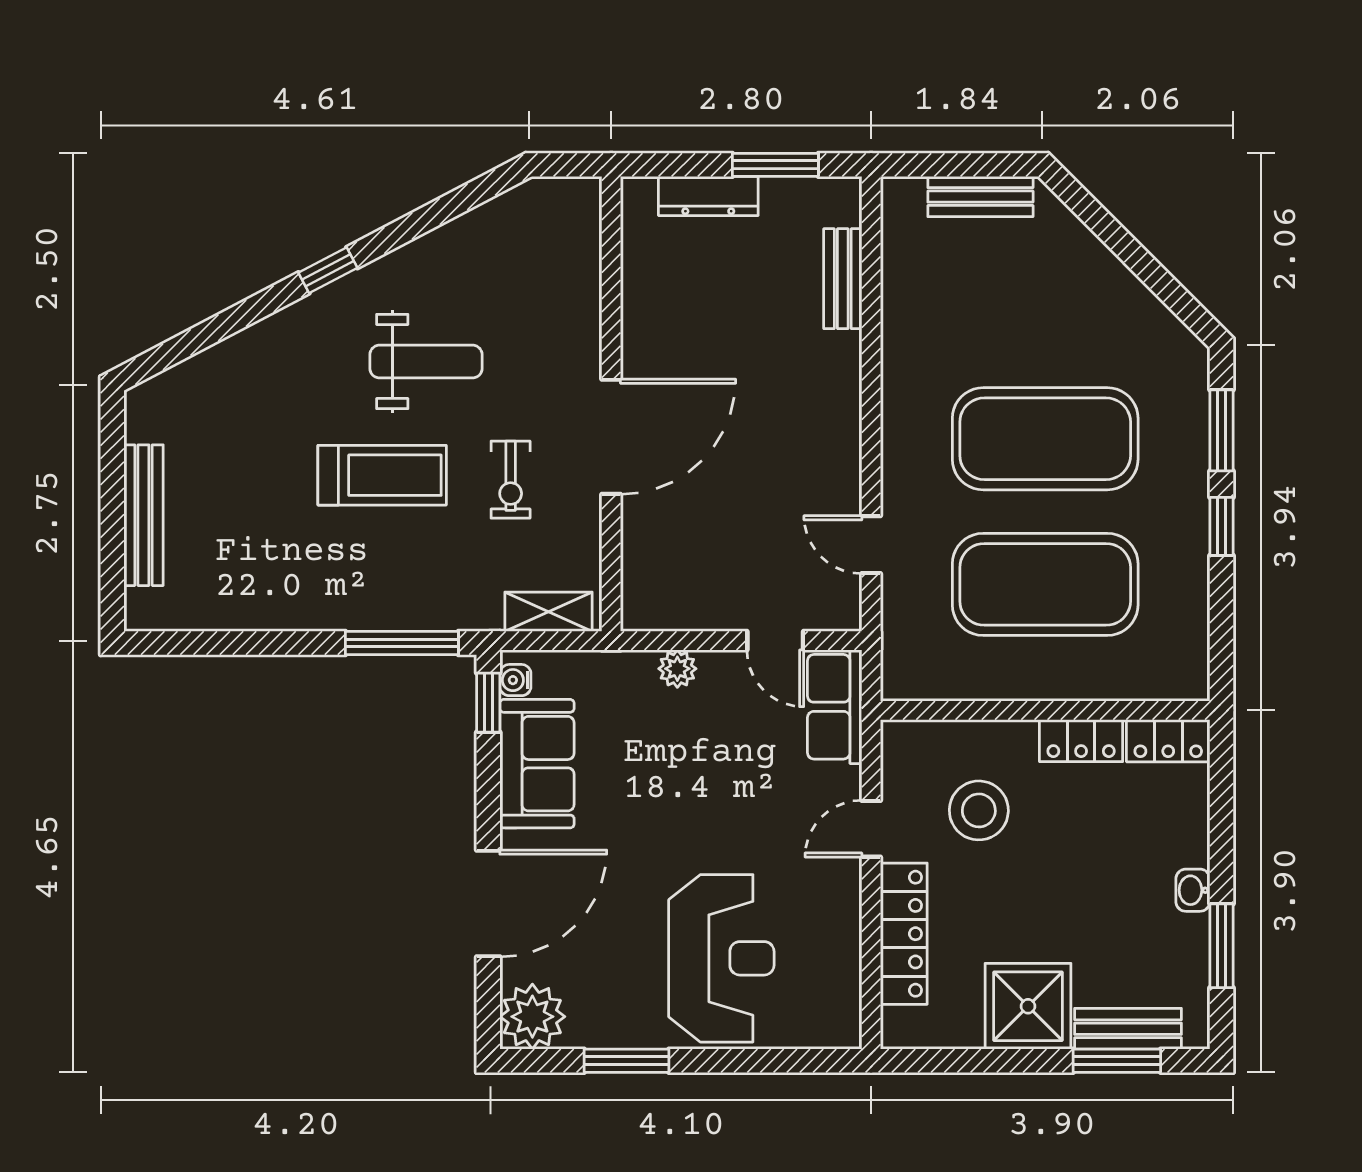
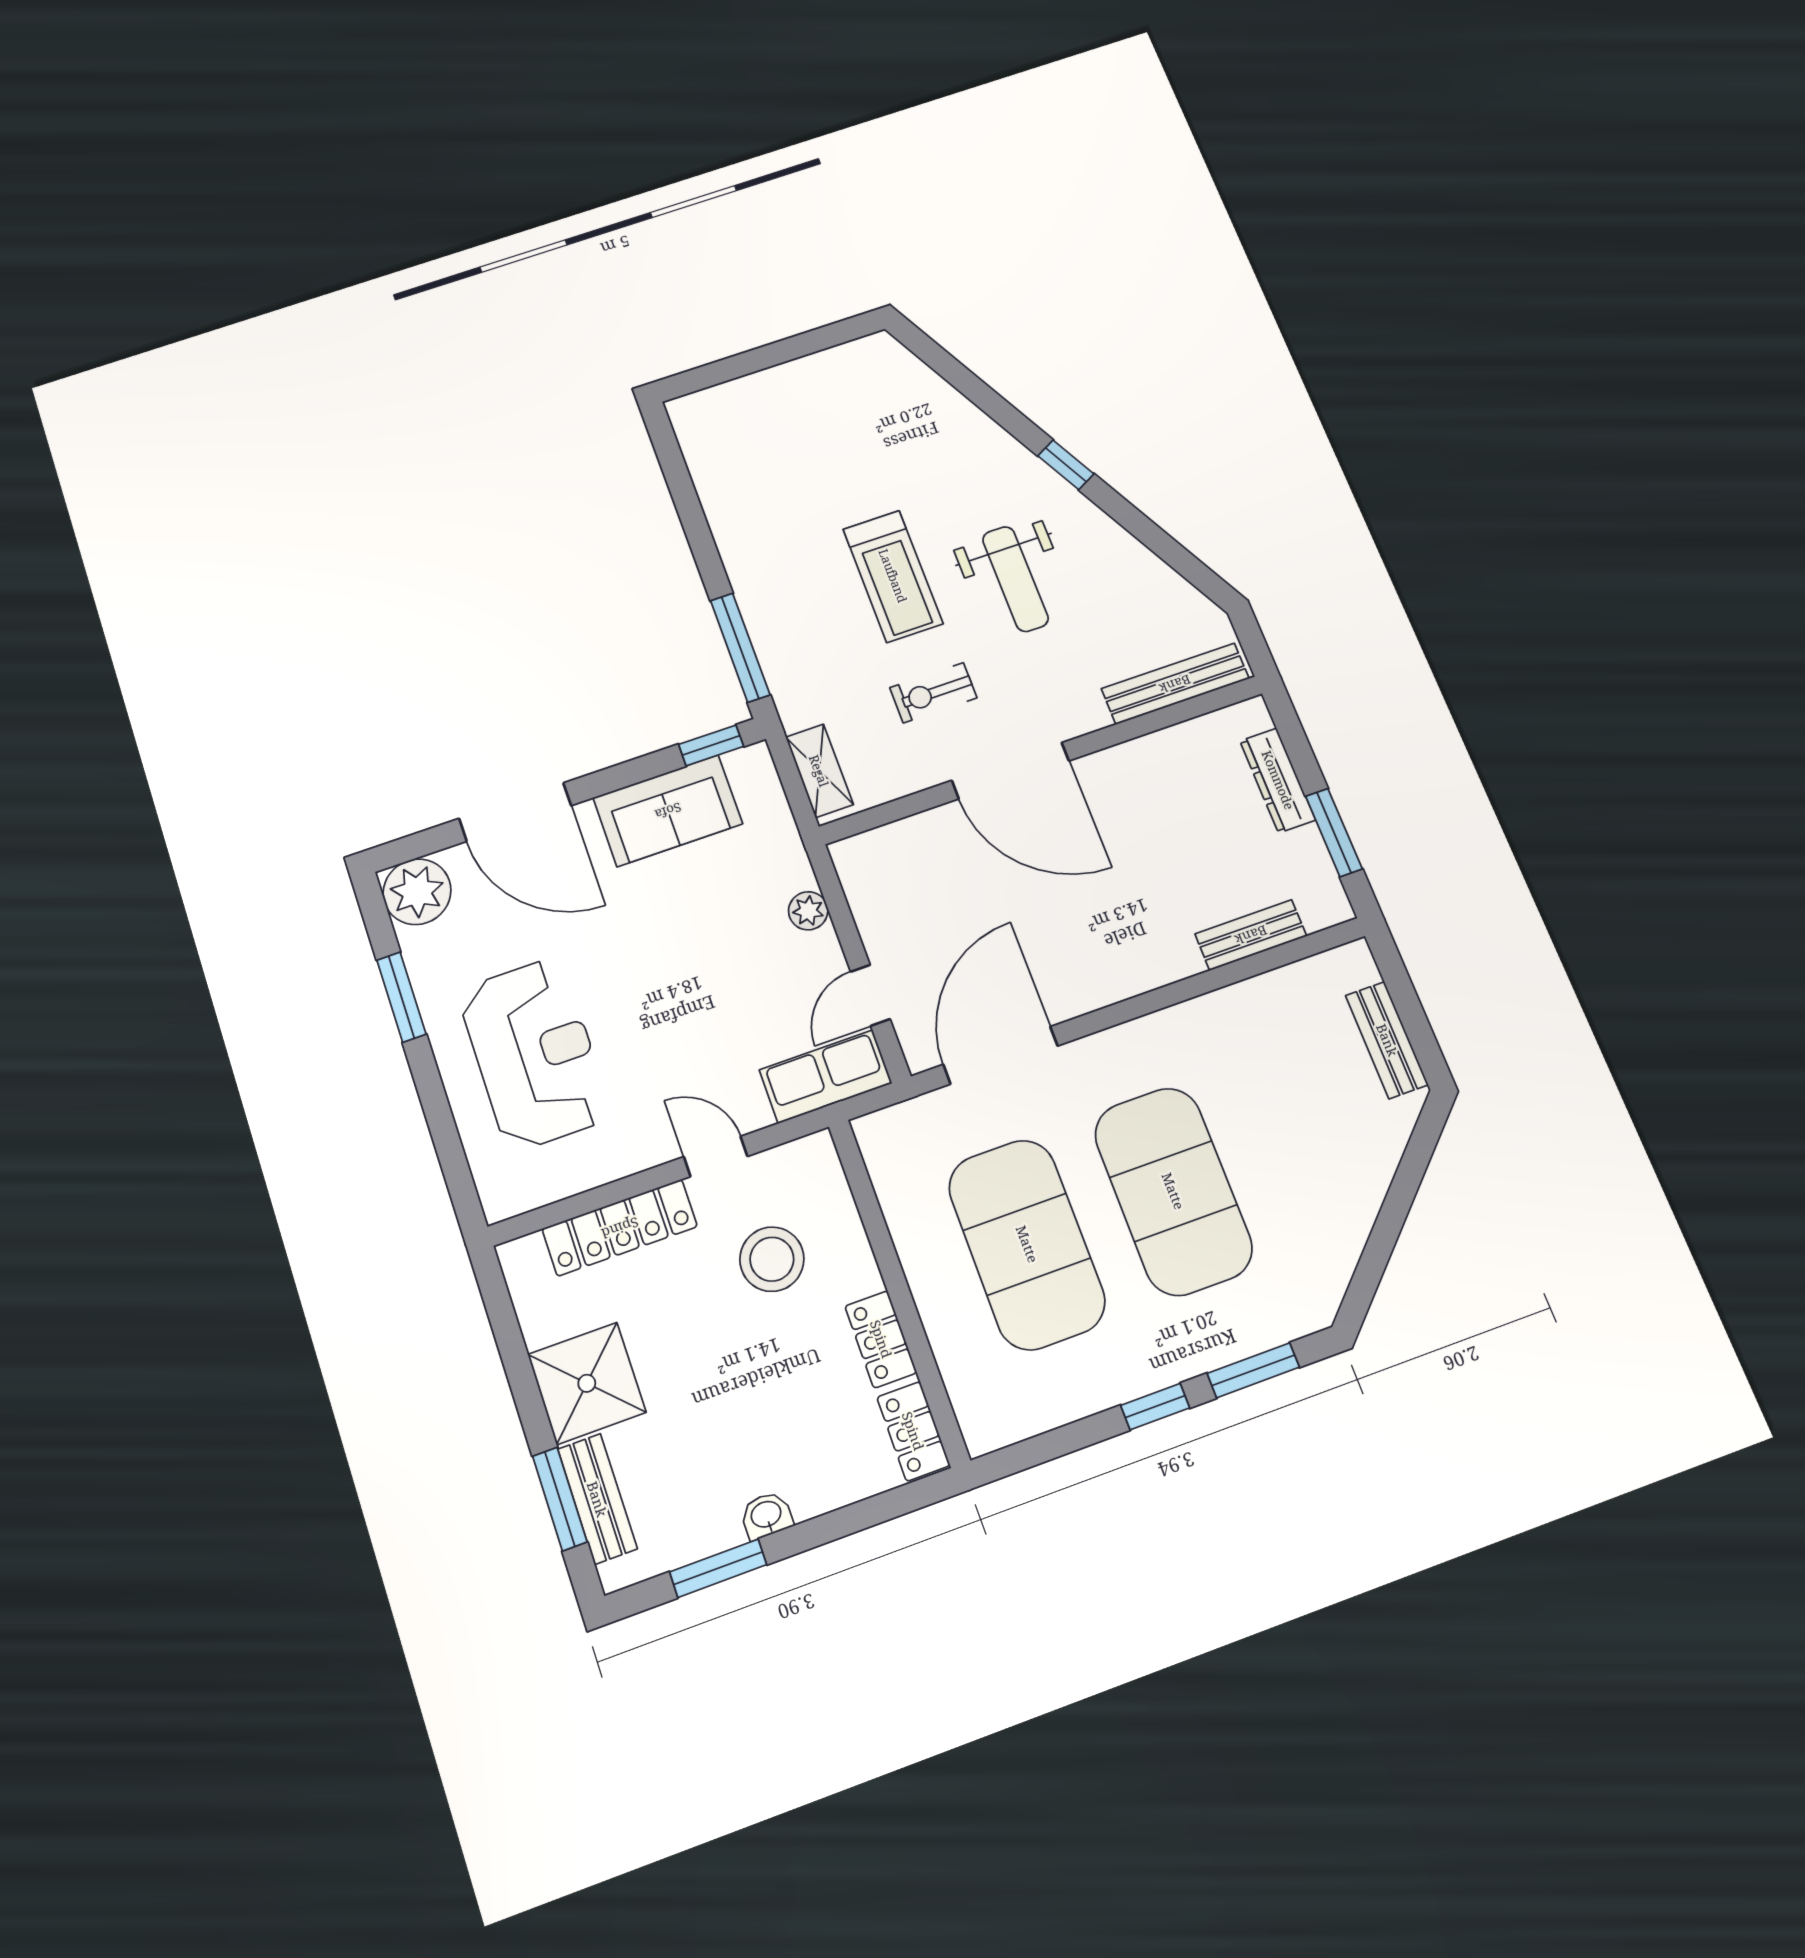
bench: (143, 515) -> (1175, 684), moved
door: (871, 545) -> (1001, 1055), width x1.88
water cooler: (515, 680) -> (742, 763), removed
reception desk: (721, 958) -> (534, 1054), turned -90

